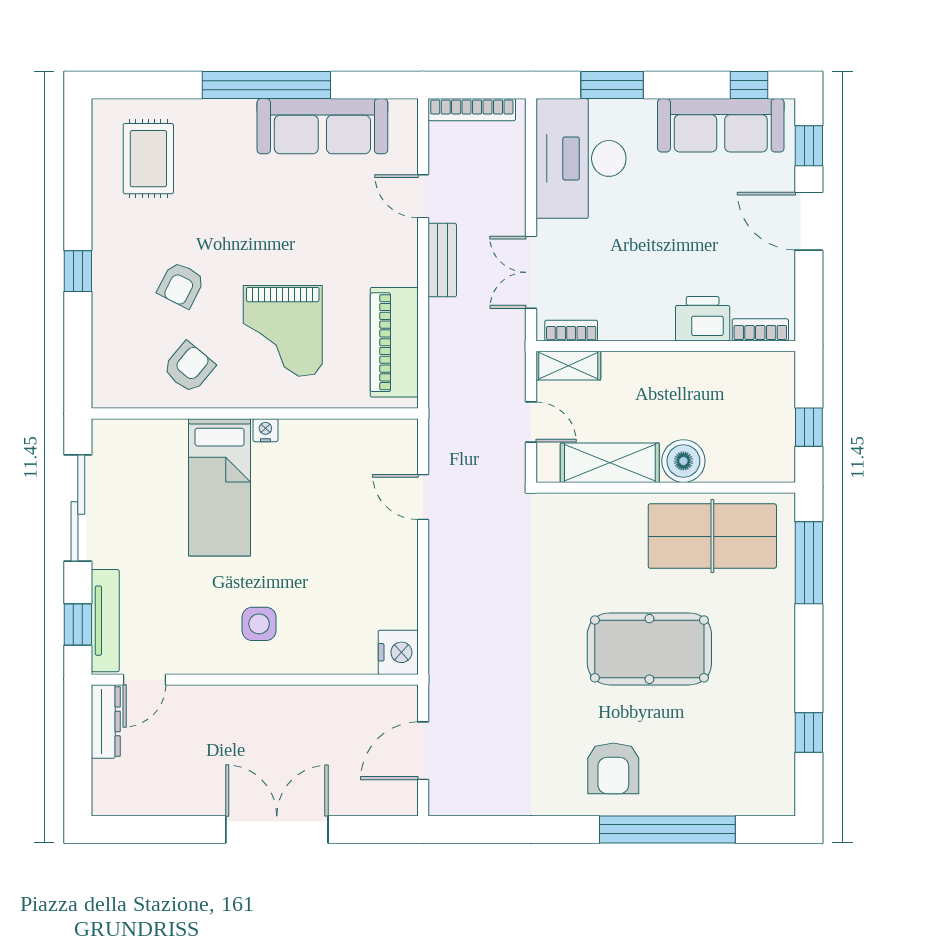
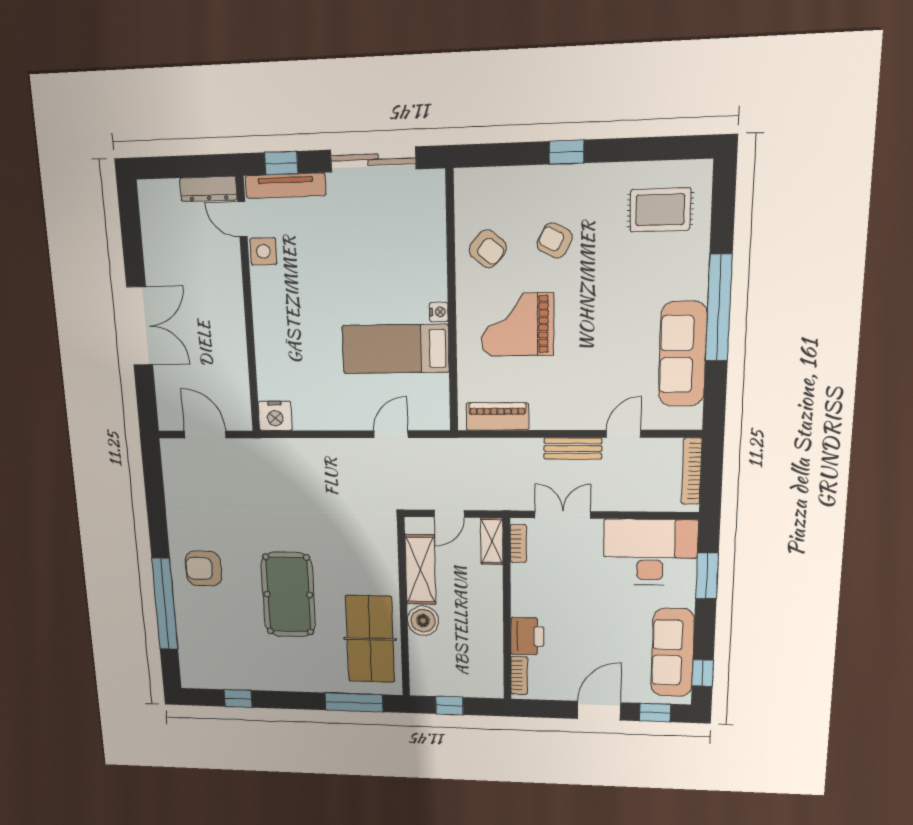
piano: (394, 342) -> (497, 416), width x0.73, depth x0.75
bed: (219, 487) -> (396, 349), moved
side table: (259, 624) -> (263, 251), moved

